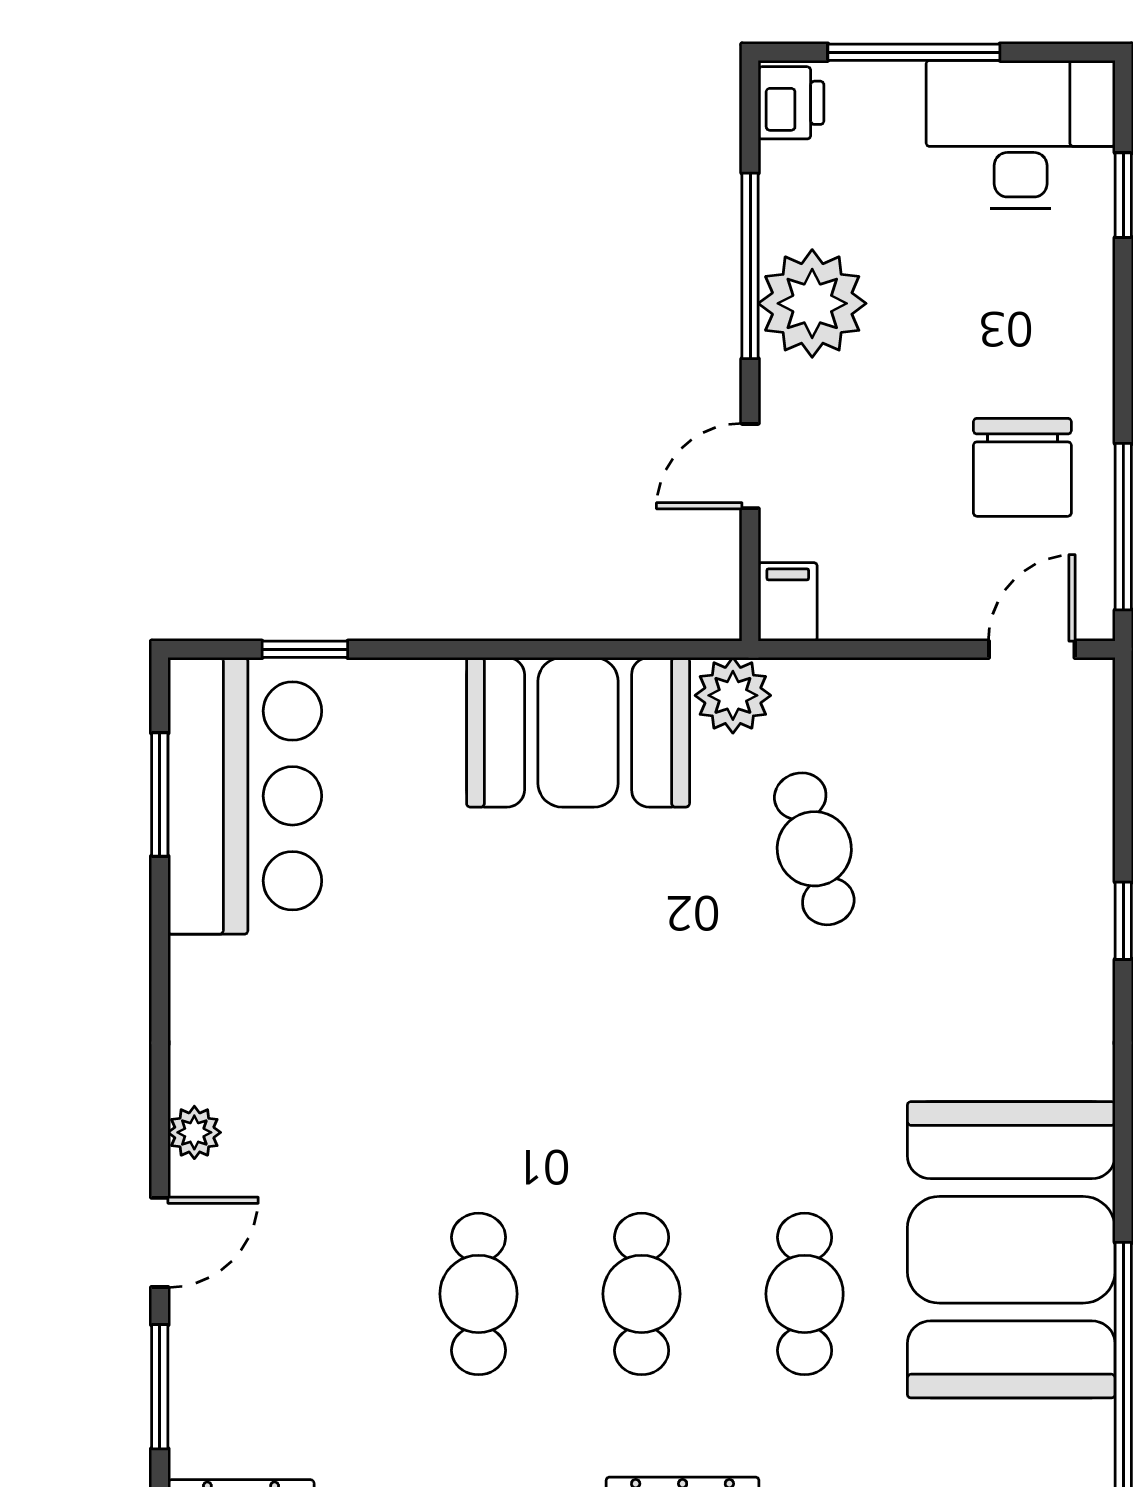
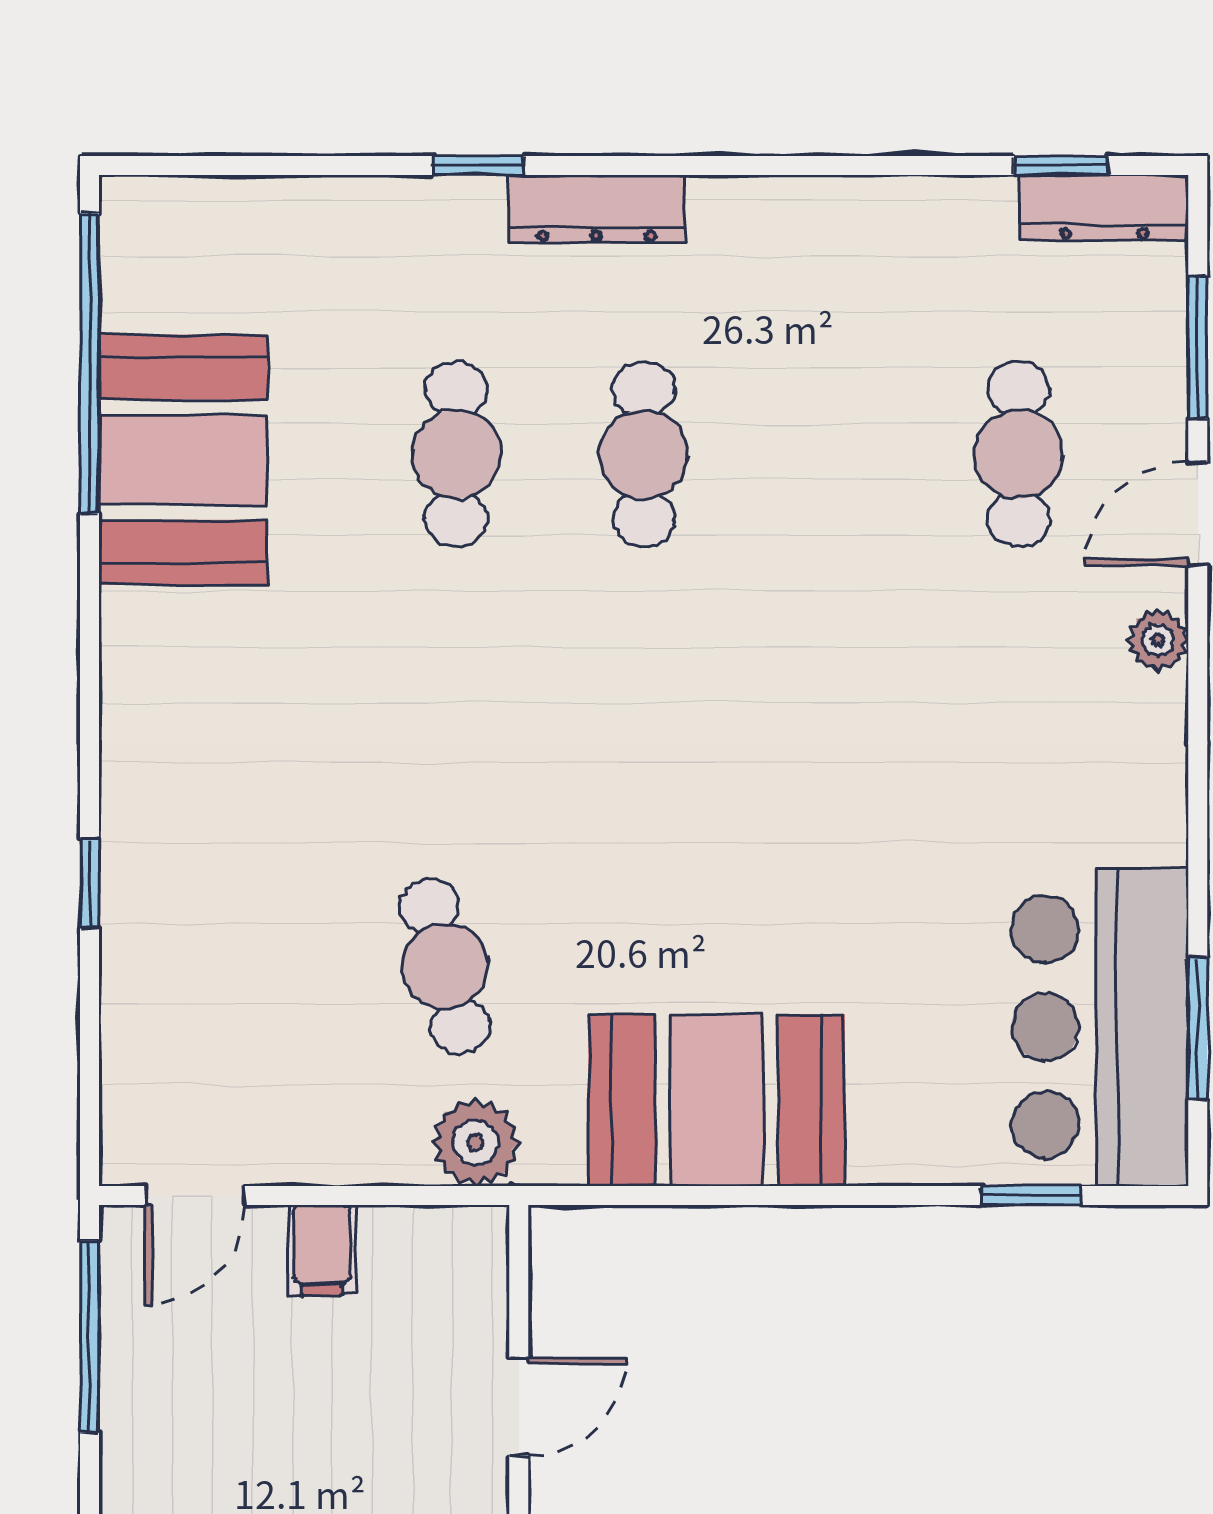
chair: (1022, 467) -> (206, 1405), removed
filing cabinet: (788, 602) -> (322, 1250), moved
plant: (733, 695) -> (475, 1143), moved
booth: (1011, 1250) -> (183, 460), width x0.73, depth x0.70
cafe table: (479, 1294) -> (1019, 454), moved

